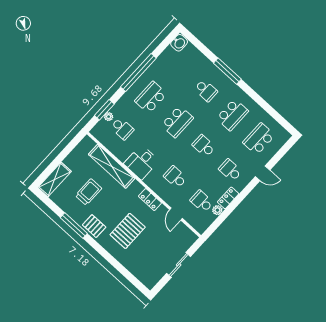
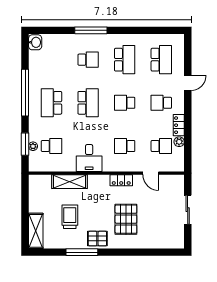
school desk: (259, 139) -> (161, 60), turned 180
shelving: (112, 166) -> (70, 182), width x0.68
school desk: (202, 201) -> (161, 146), turned 180

